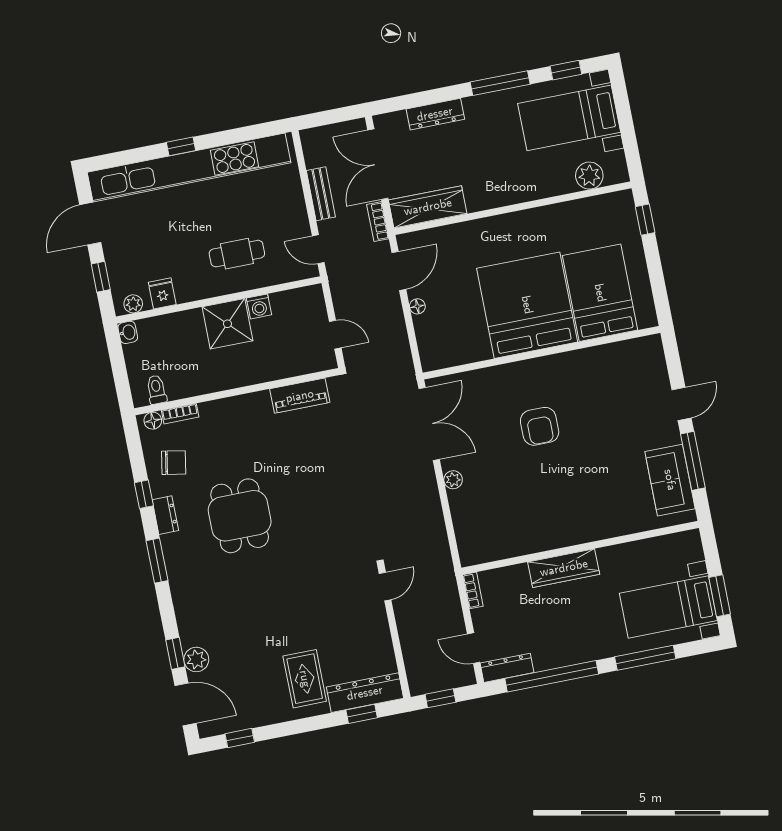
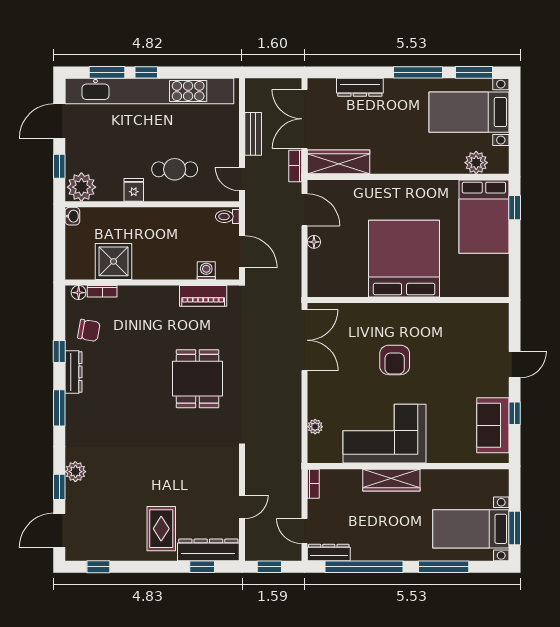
window: (566, 70) -> (474, 72), width x1.50
window: (135, 155) -> (107, 72), added
door: (399, 271) -> (305, 210), hinge flipped
fridge: (162, 293) -> (134, 190), moved
bed: (600, 293) -> (484, 217), moved, turned 180
plant: (133, 304) -> (81, 187), width x1.88, depth x1.88
washing machine: (259, 306) -> (206, 271), moved, turned 180
shower: (227, 324) -> (114, 261), moved
door: (335, 335) -> (242, 252), width x1.37
toilet: (156, 390) -> (227, 217), moved, turned -90
window: (693, 461) -> (515, 413), width x0.46
plant: (453, 480) -> (315, 427), moved
dresser: (165, 515) -> (74, 372), width x1.44
corner sofa: (545, 515) -> (384, 434), added
dining table: (240, 516) -> (197, 379), moved
door: (385, 587) -> (242, 507), moved
plant: (196, 659) -> (75, 472), moved
door: (185, 704) -> (59, 530), swing flipped

